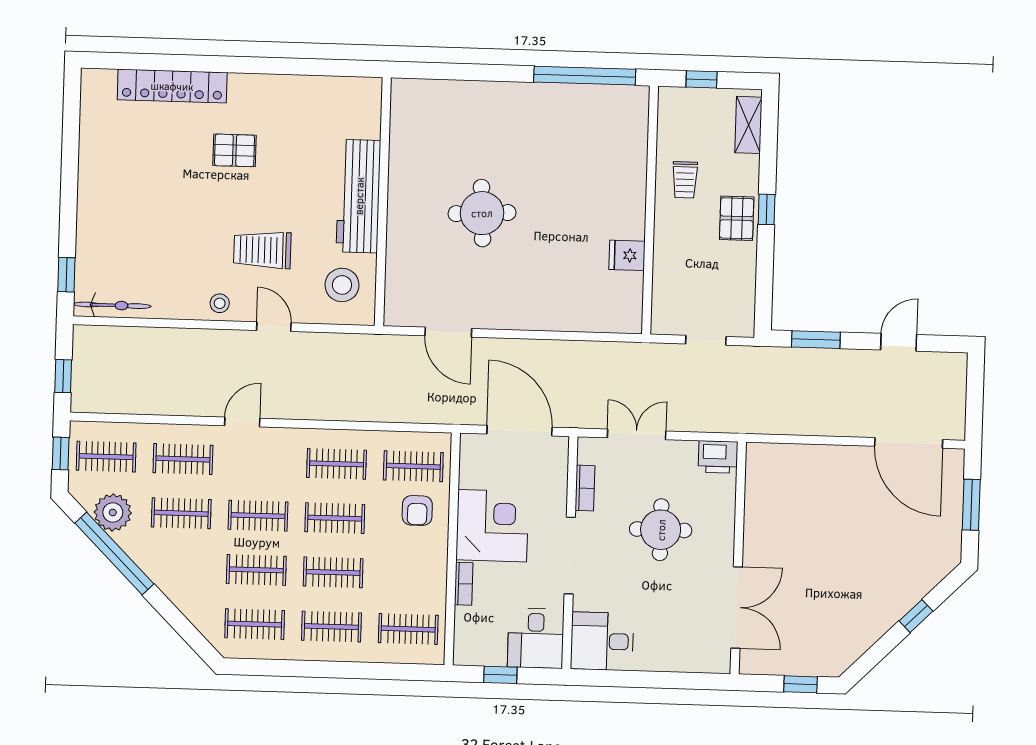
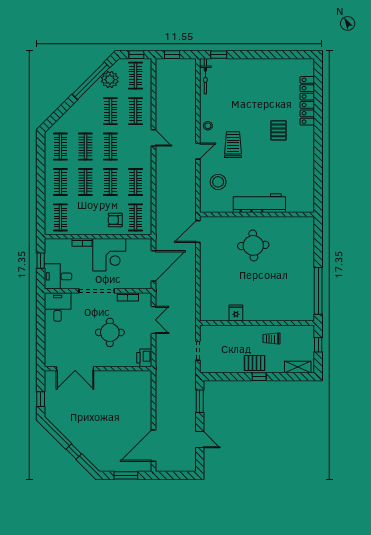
workbench: (359, 196) -> (259, 203), moved
wall: (383, 202) -> (257, 214), moved

